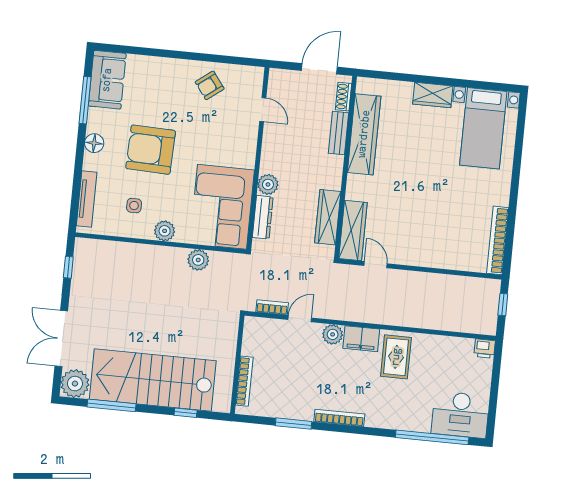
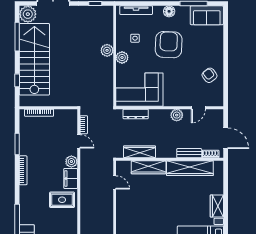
plant: (268, 184) -> (177, 115), moved
wardrobe: (353, 231) -> (149, 167), moved
plant: (198, 260) -> (107, 50), moved
door: (376, 265) -> (115, 183), hinge flipped

